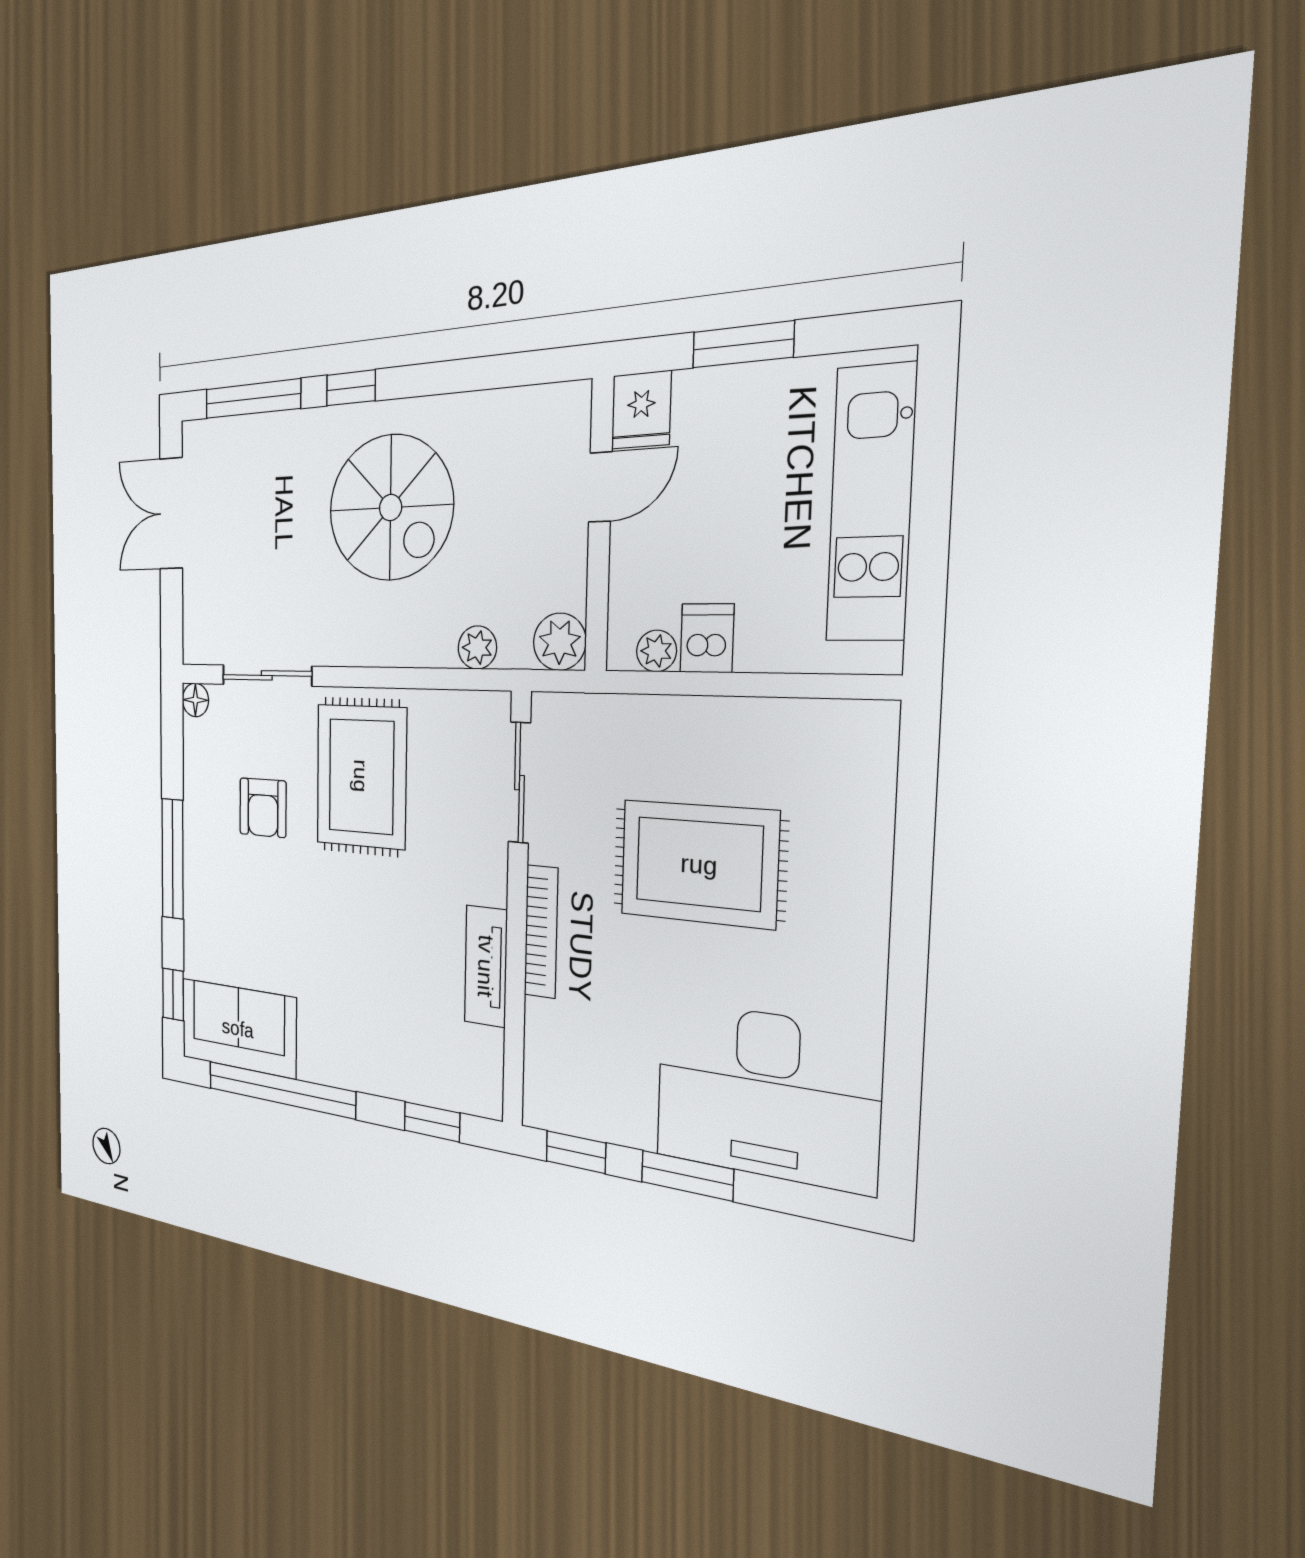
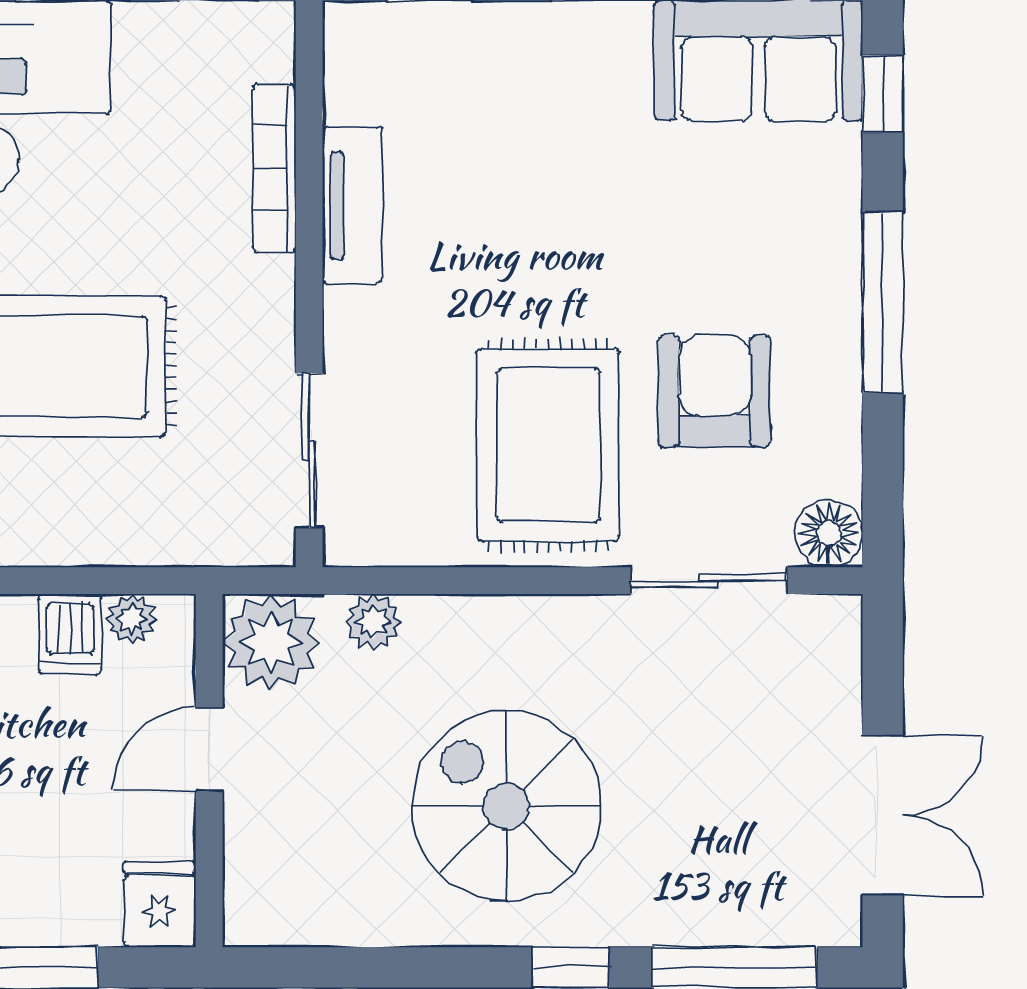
door: (600, 487) -> (209, 750), moved
plant: (560, 642) -> (271, 642), width x1.36, depth x1.36
floor lamp: (195, 700) -> (829, 533), width x1.37, depth x1.37
armchair: (263, 808) -> (715, 391), width x1.38, depth x1.38
bookcase: (541, 932) -> (274, 168), moved

